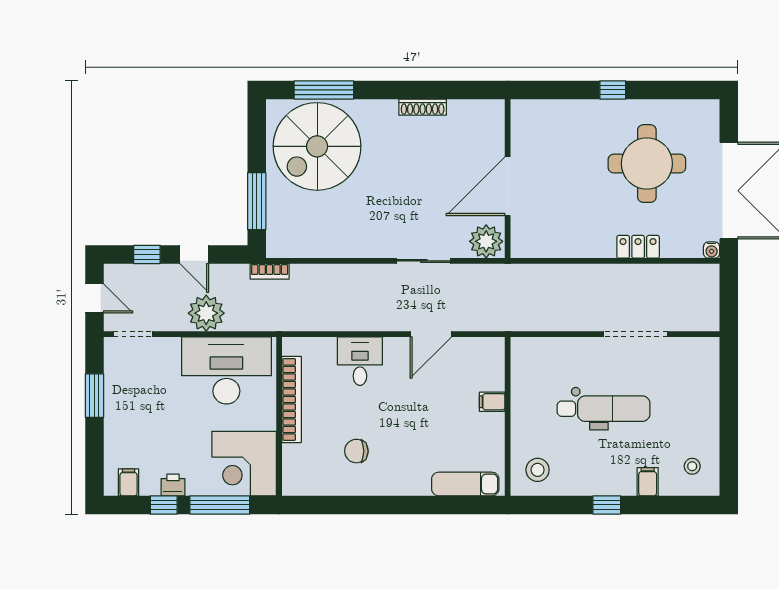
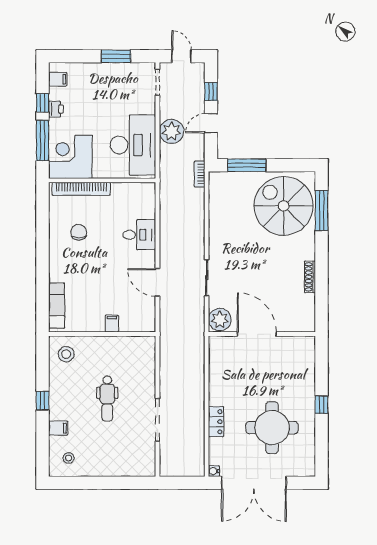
door: (94, 298) -> (181, 56), swing flipped
bookcase: (292, 399) -> (81, 189), moved
dental chair: (604, 409) -> (107, 398), width x0.73, depth x0.72

